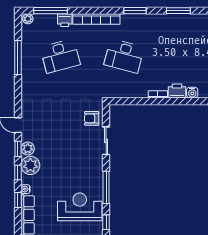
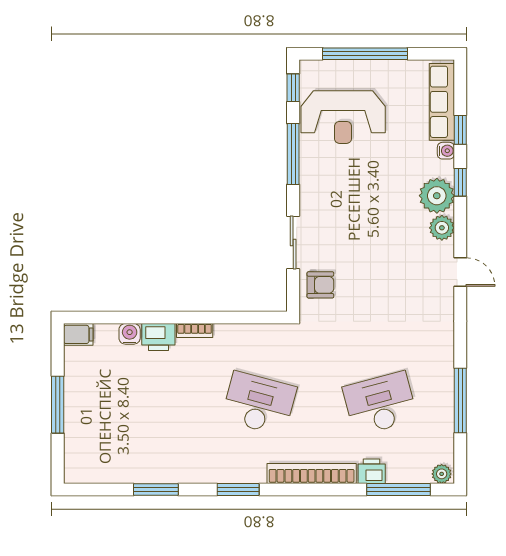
window: (18, 149) -> (460, 227), removed

